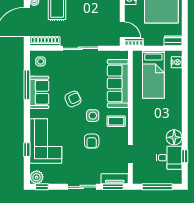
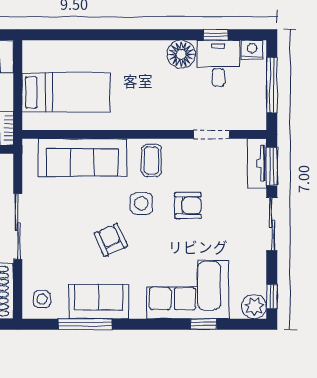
nightstand: (177, 62) -> (252, 50), moved

